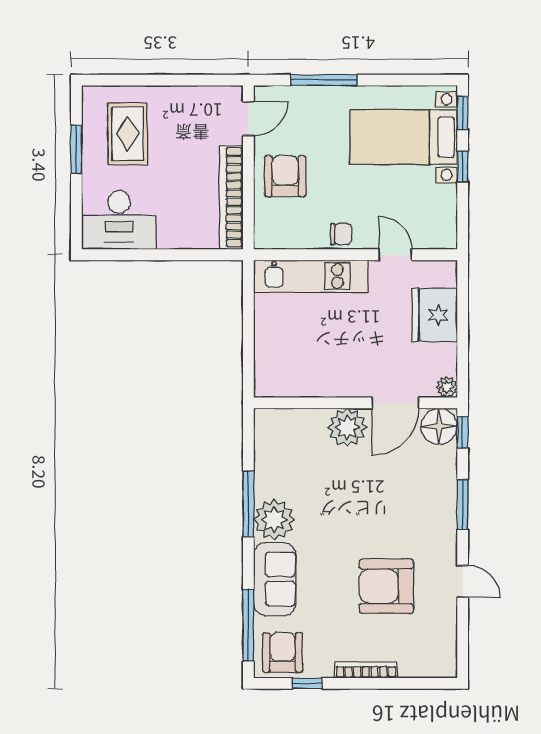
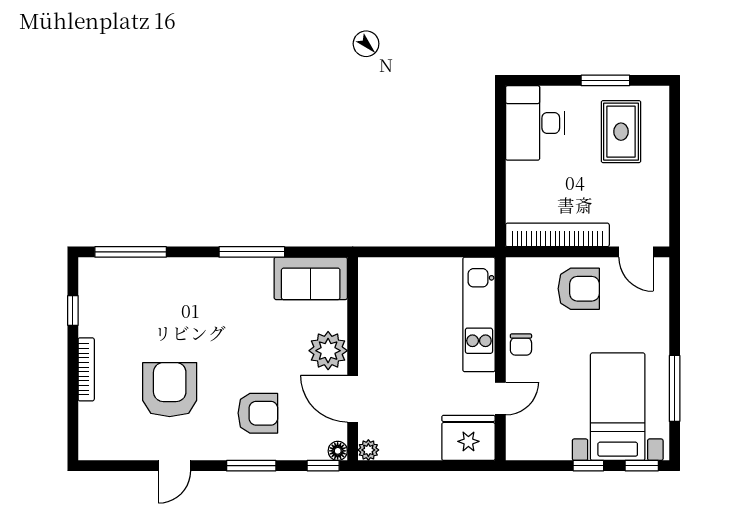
window: (324, 80) -> (675, 388), moved
rug: (128, 134) -> (621, 132), turned 90
fridge: (435, 315) -> (468, 438), moved
floor lamp: (439, 426) -> (338, 451), width x0.53, depth x0.53
plant: (274, 520) -> (236, 278), removed
sofa: (275, 579) -> (311, 278), moved
armchair: (283, 652) -> (258, 413), moved

